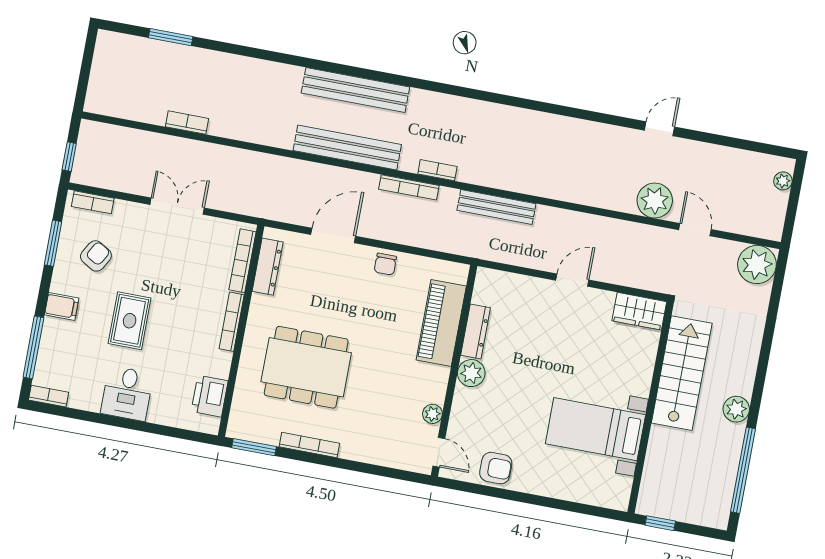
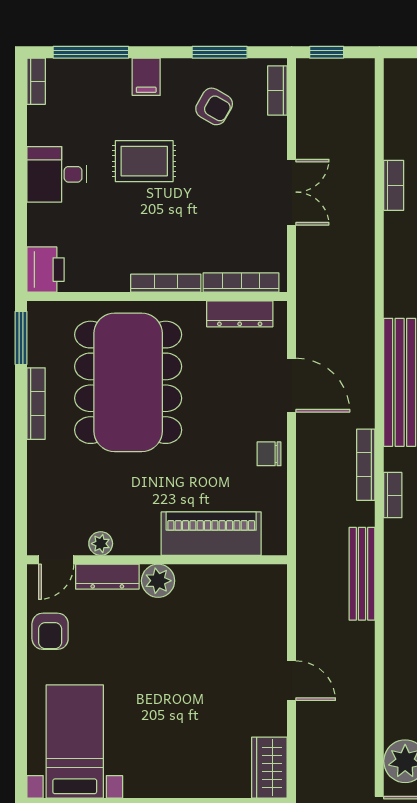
dresser: (476, 331) -> (107, 577), moved
dining table: (306, 367) -> (128, 382), width x1.36, depth x1.24
printer: (210, 396) -> (46, 270), moved, turned 90
bed with nightstands: (595, 429) -> (75, 742), moved

